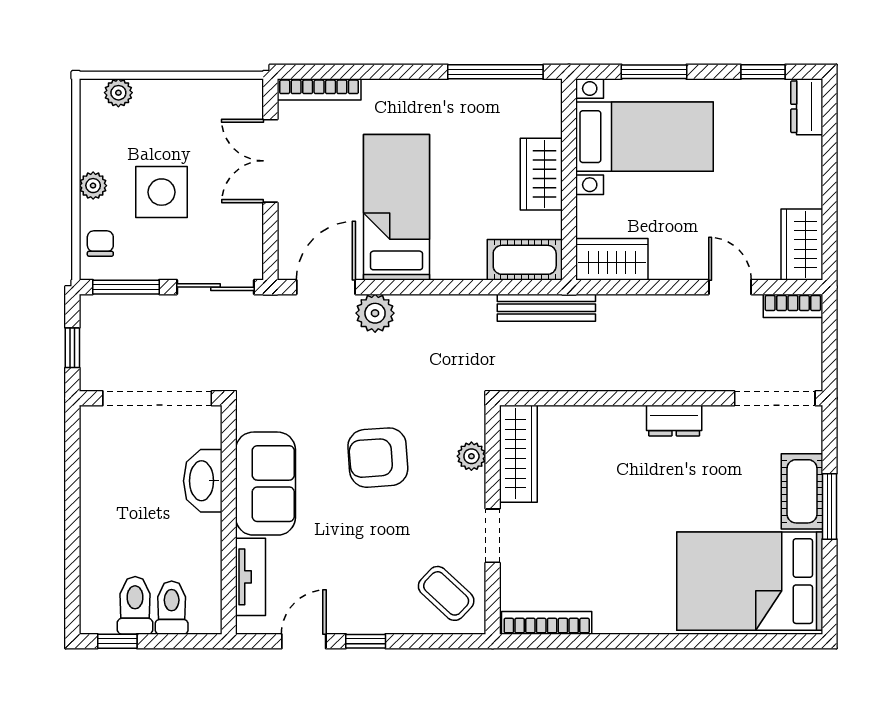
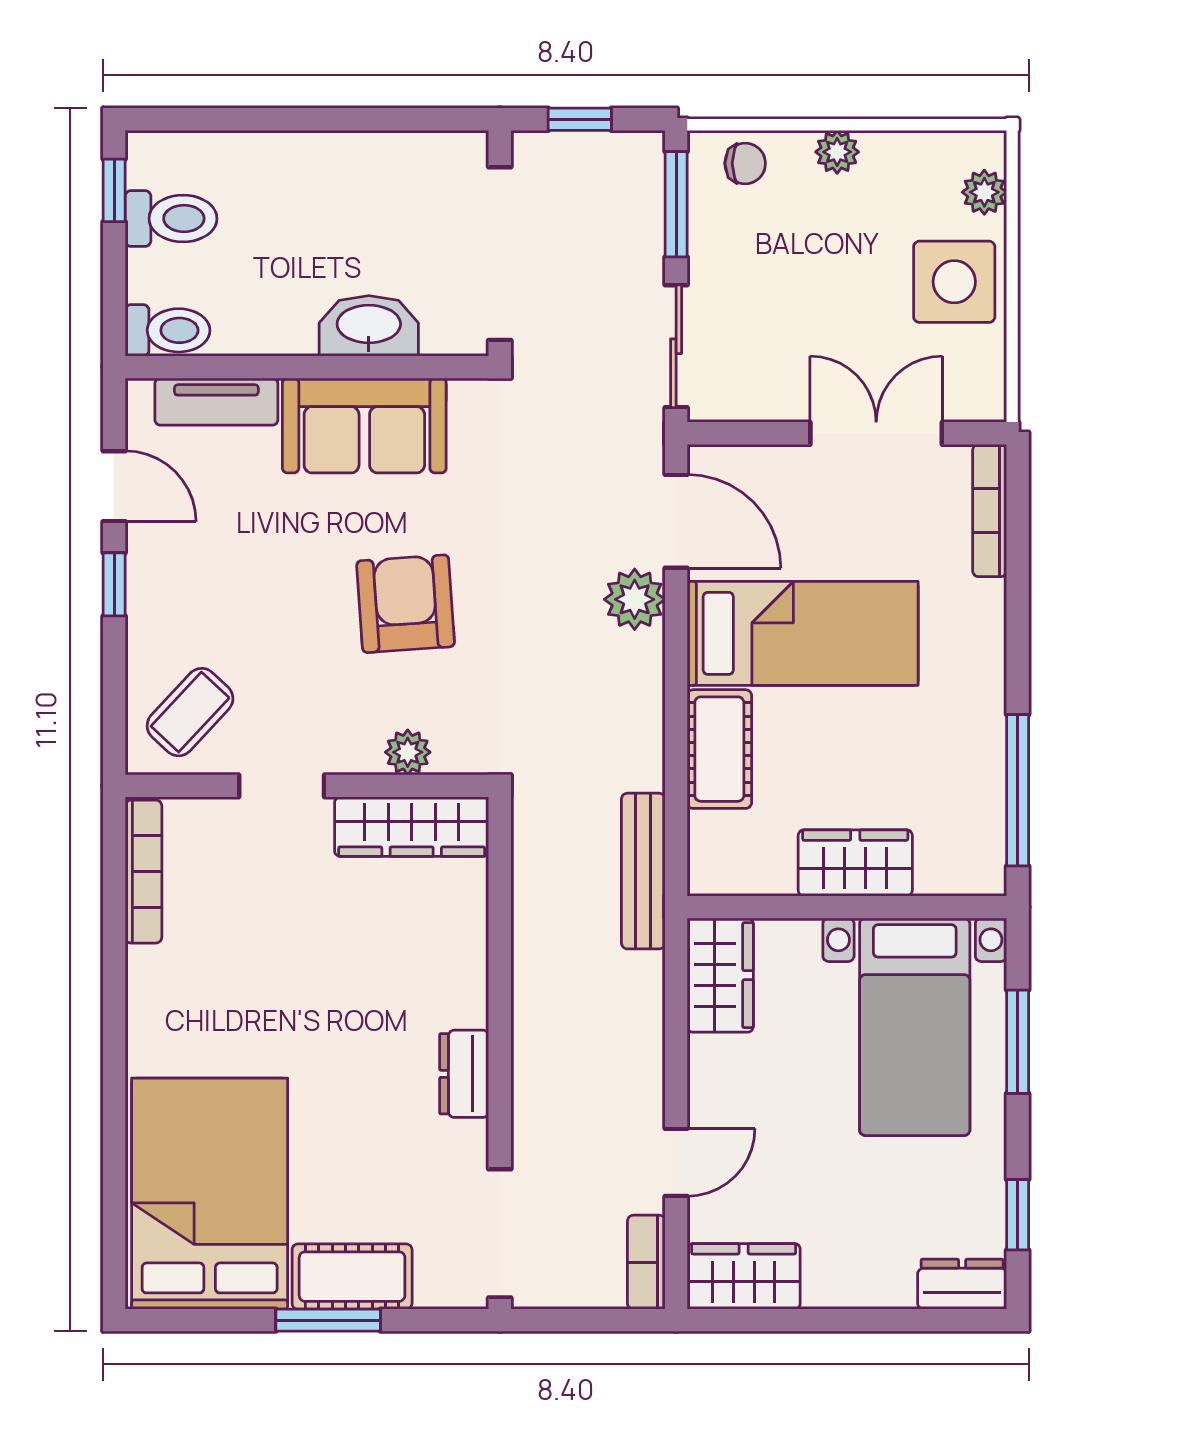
side table: (162, 192) -> (954, 282), moved
cot: (525, 260) -> (719, 749), moved
toilet: (172, 608) -> (168, 330), moved

